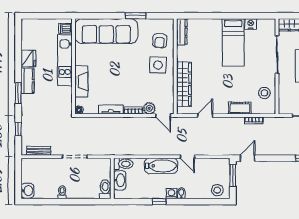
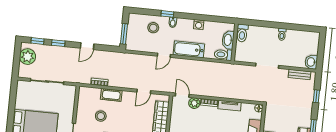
stool: (264, 93) -> (101, 116), moved
door: (187, 157) -> (164, 55), swing flipped
door: (247, 158) -> (87, 46), moved
stool: (217, 190) -> (153, 28), moved
washbasin: (27, 191) -> (311, 62), moved
washing machine: (171, 194) -> (199, 25), moved
window: (159, 202) -> (167, 14), moved

